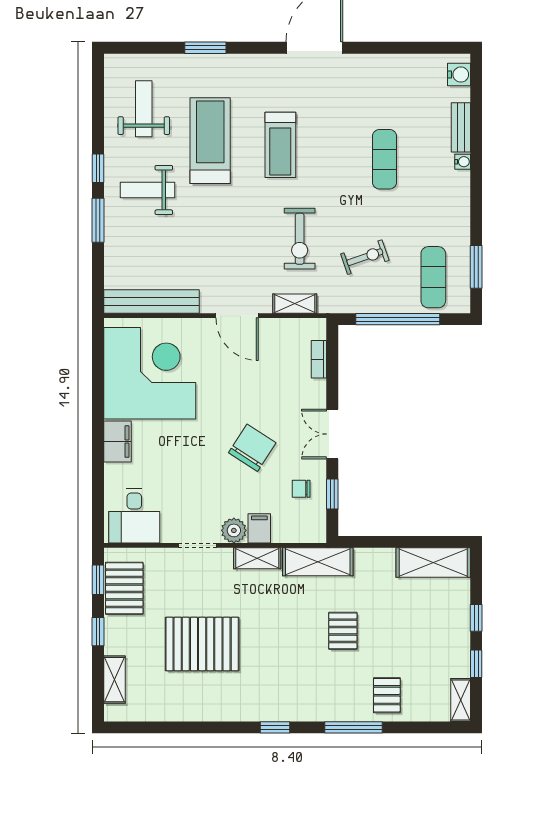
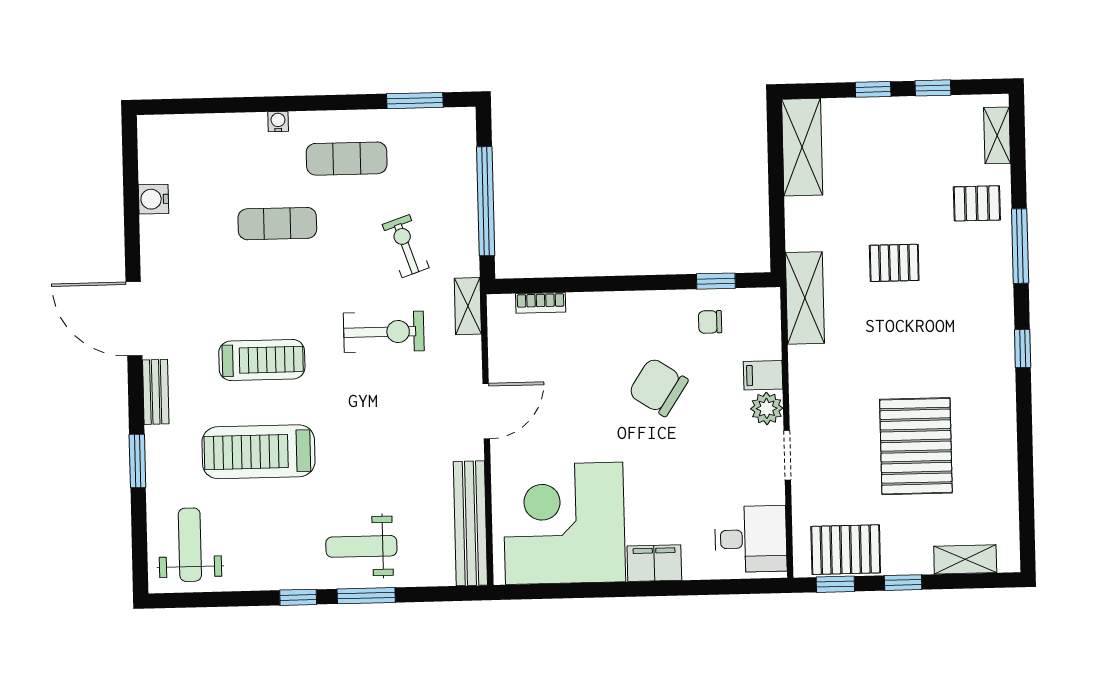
water cooler: (459, 75) -> (153, 199), moved, turned -90
weight bench: (144, 109) -> (190, 545), moved, turned 90
bench: (461, 127) -> (156, 392), moved, turned 90
weight bench: (148, 190) -> (361, 546), moved, turned 90
exercise mat: (433, 277) -> (347, 159), moved
shelving: (295, 304) -> (468, 306), moved
double door: (332, 434) -> (638, 283), removed
chair: (301, 489) -> (710, 322), turned 90
shelving: (257, 558) -> (802, 377), removed
shelving: (461, 700) -> (997, 135), moved, turned 90

